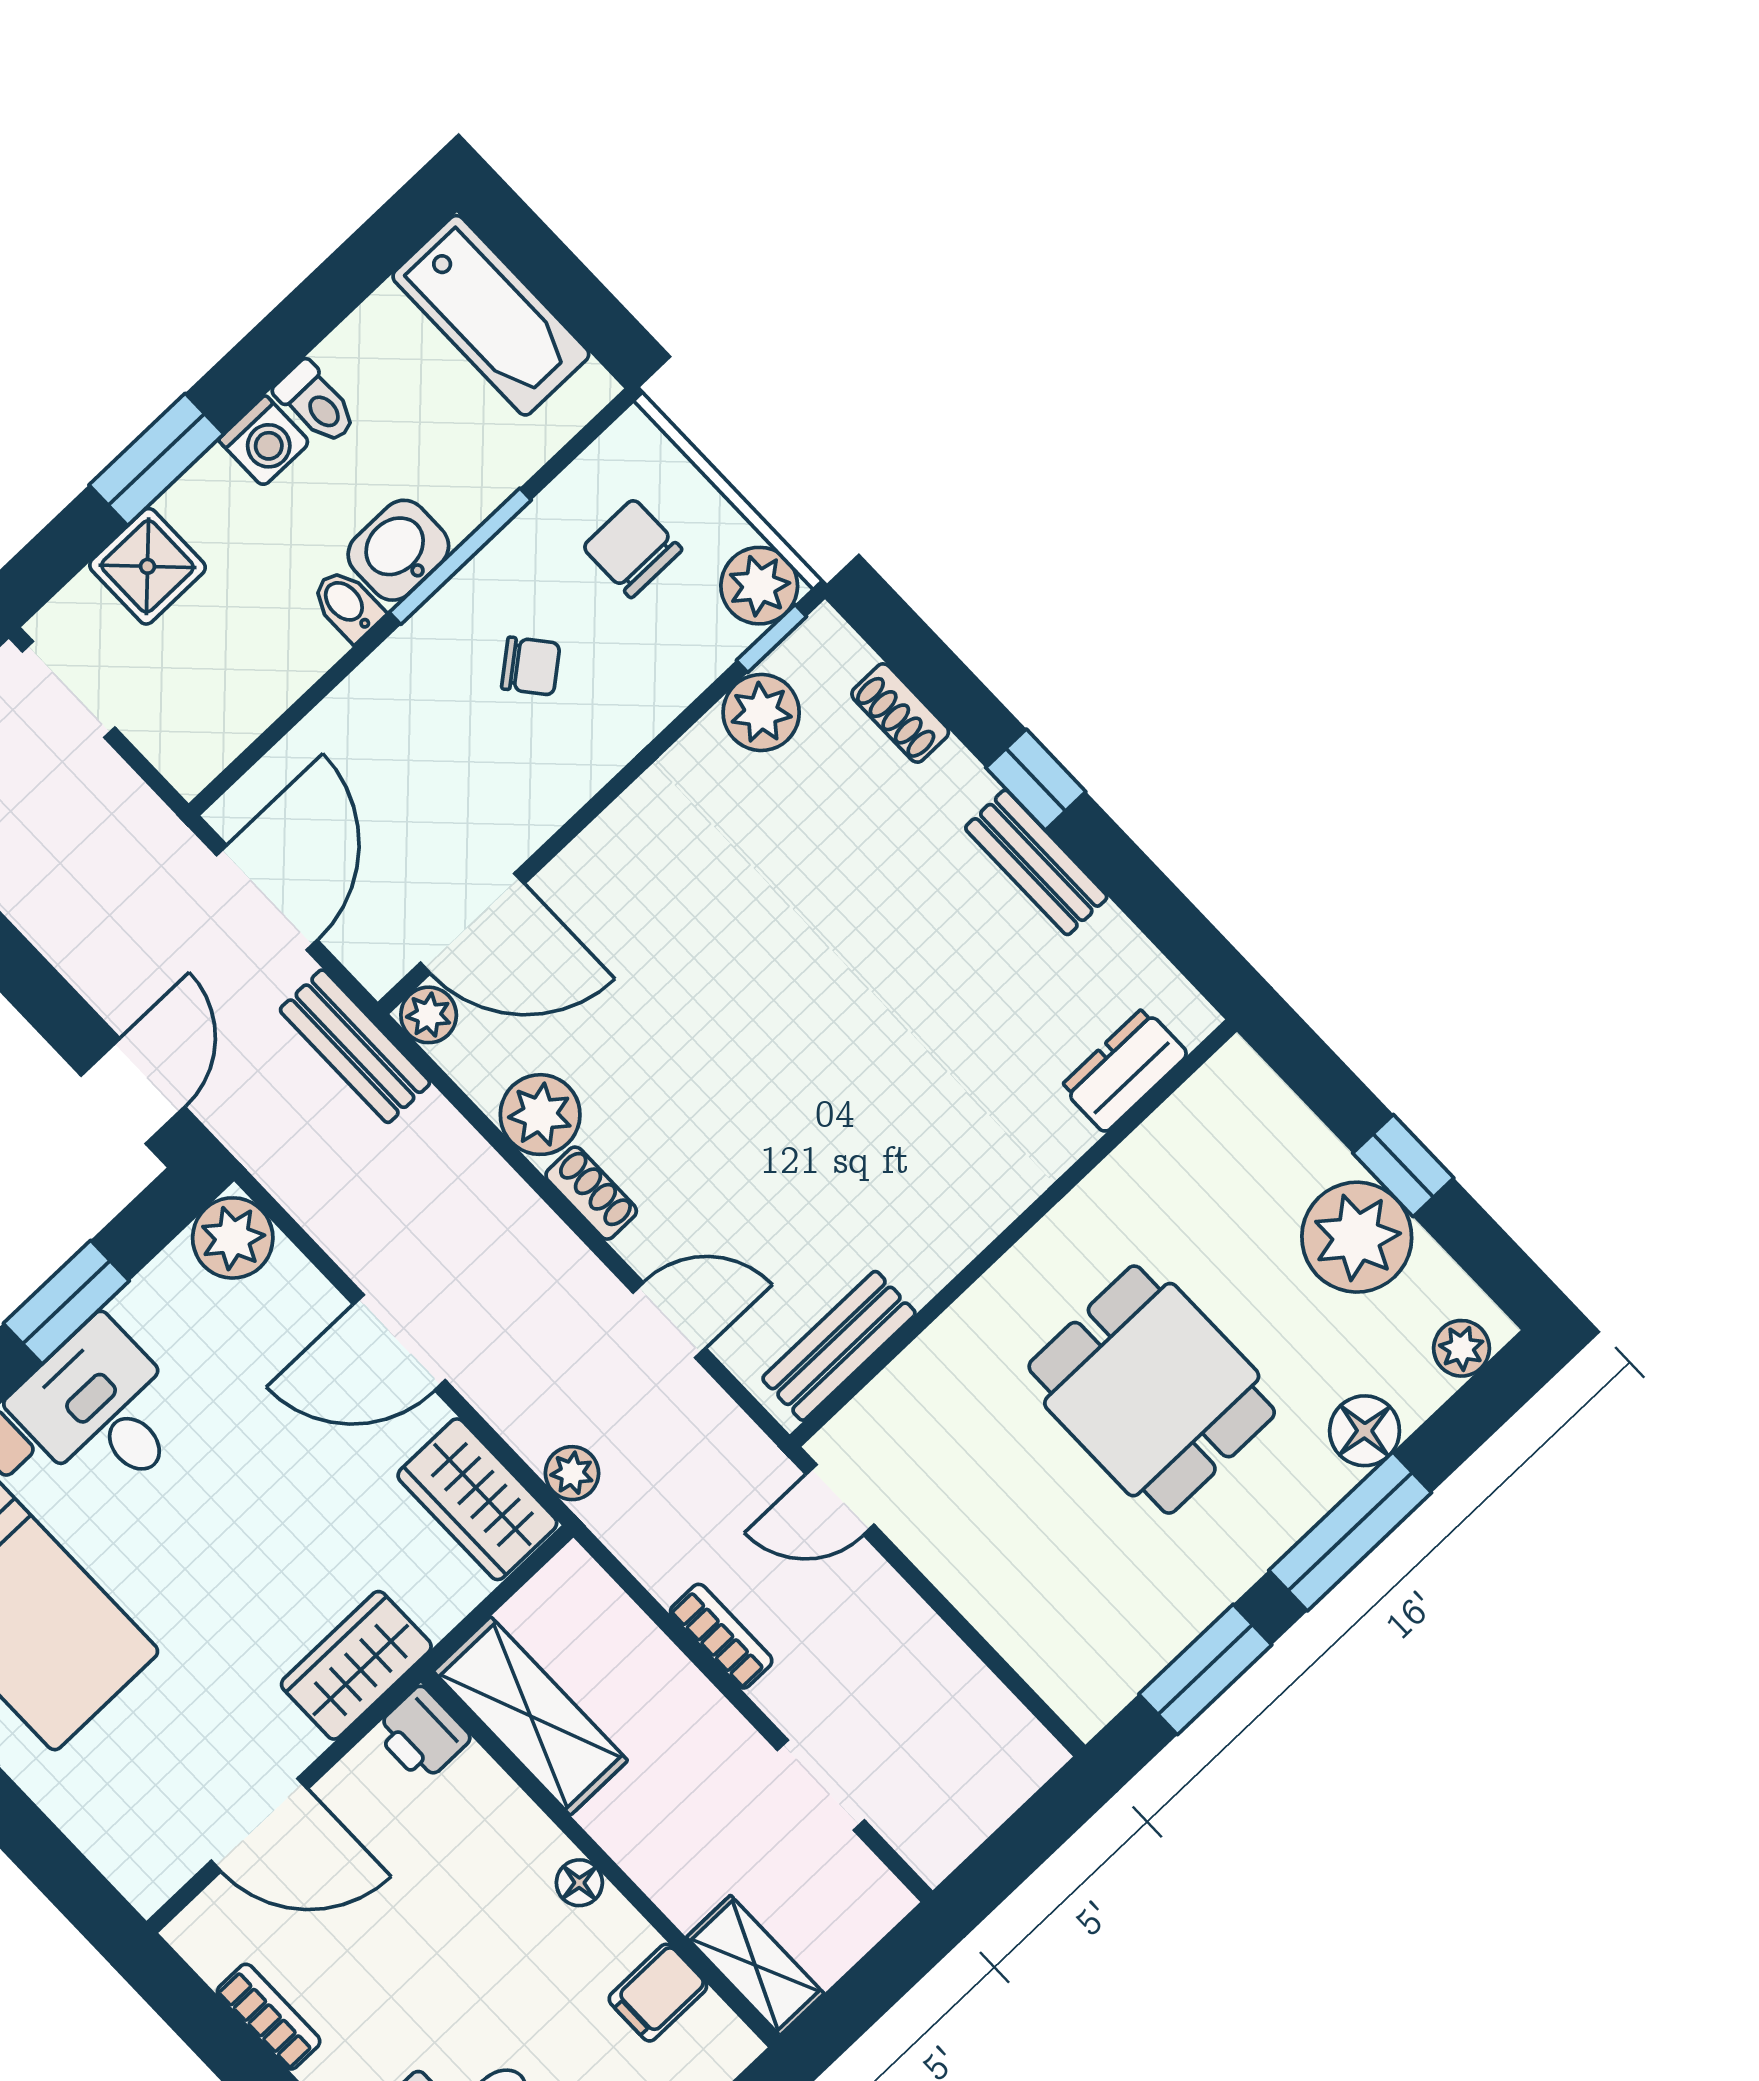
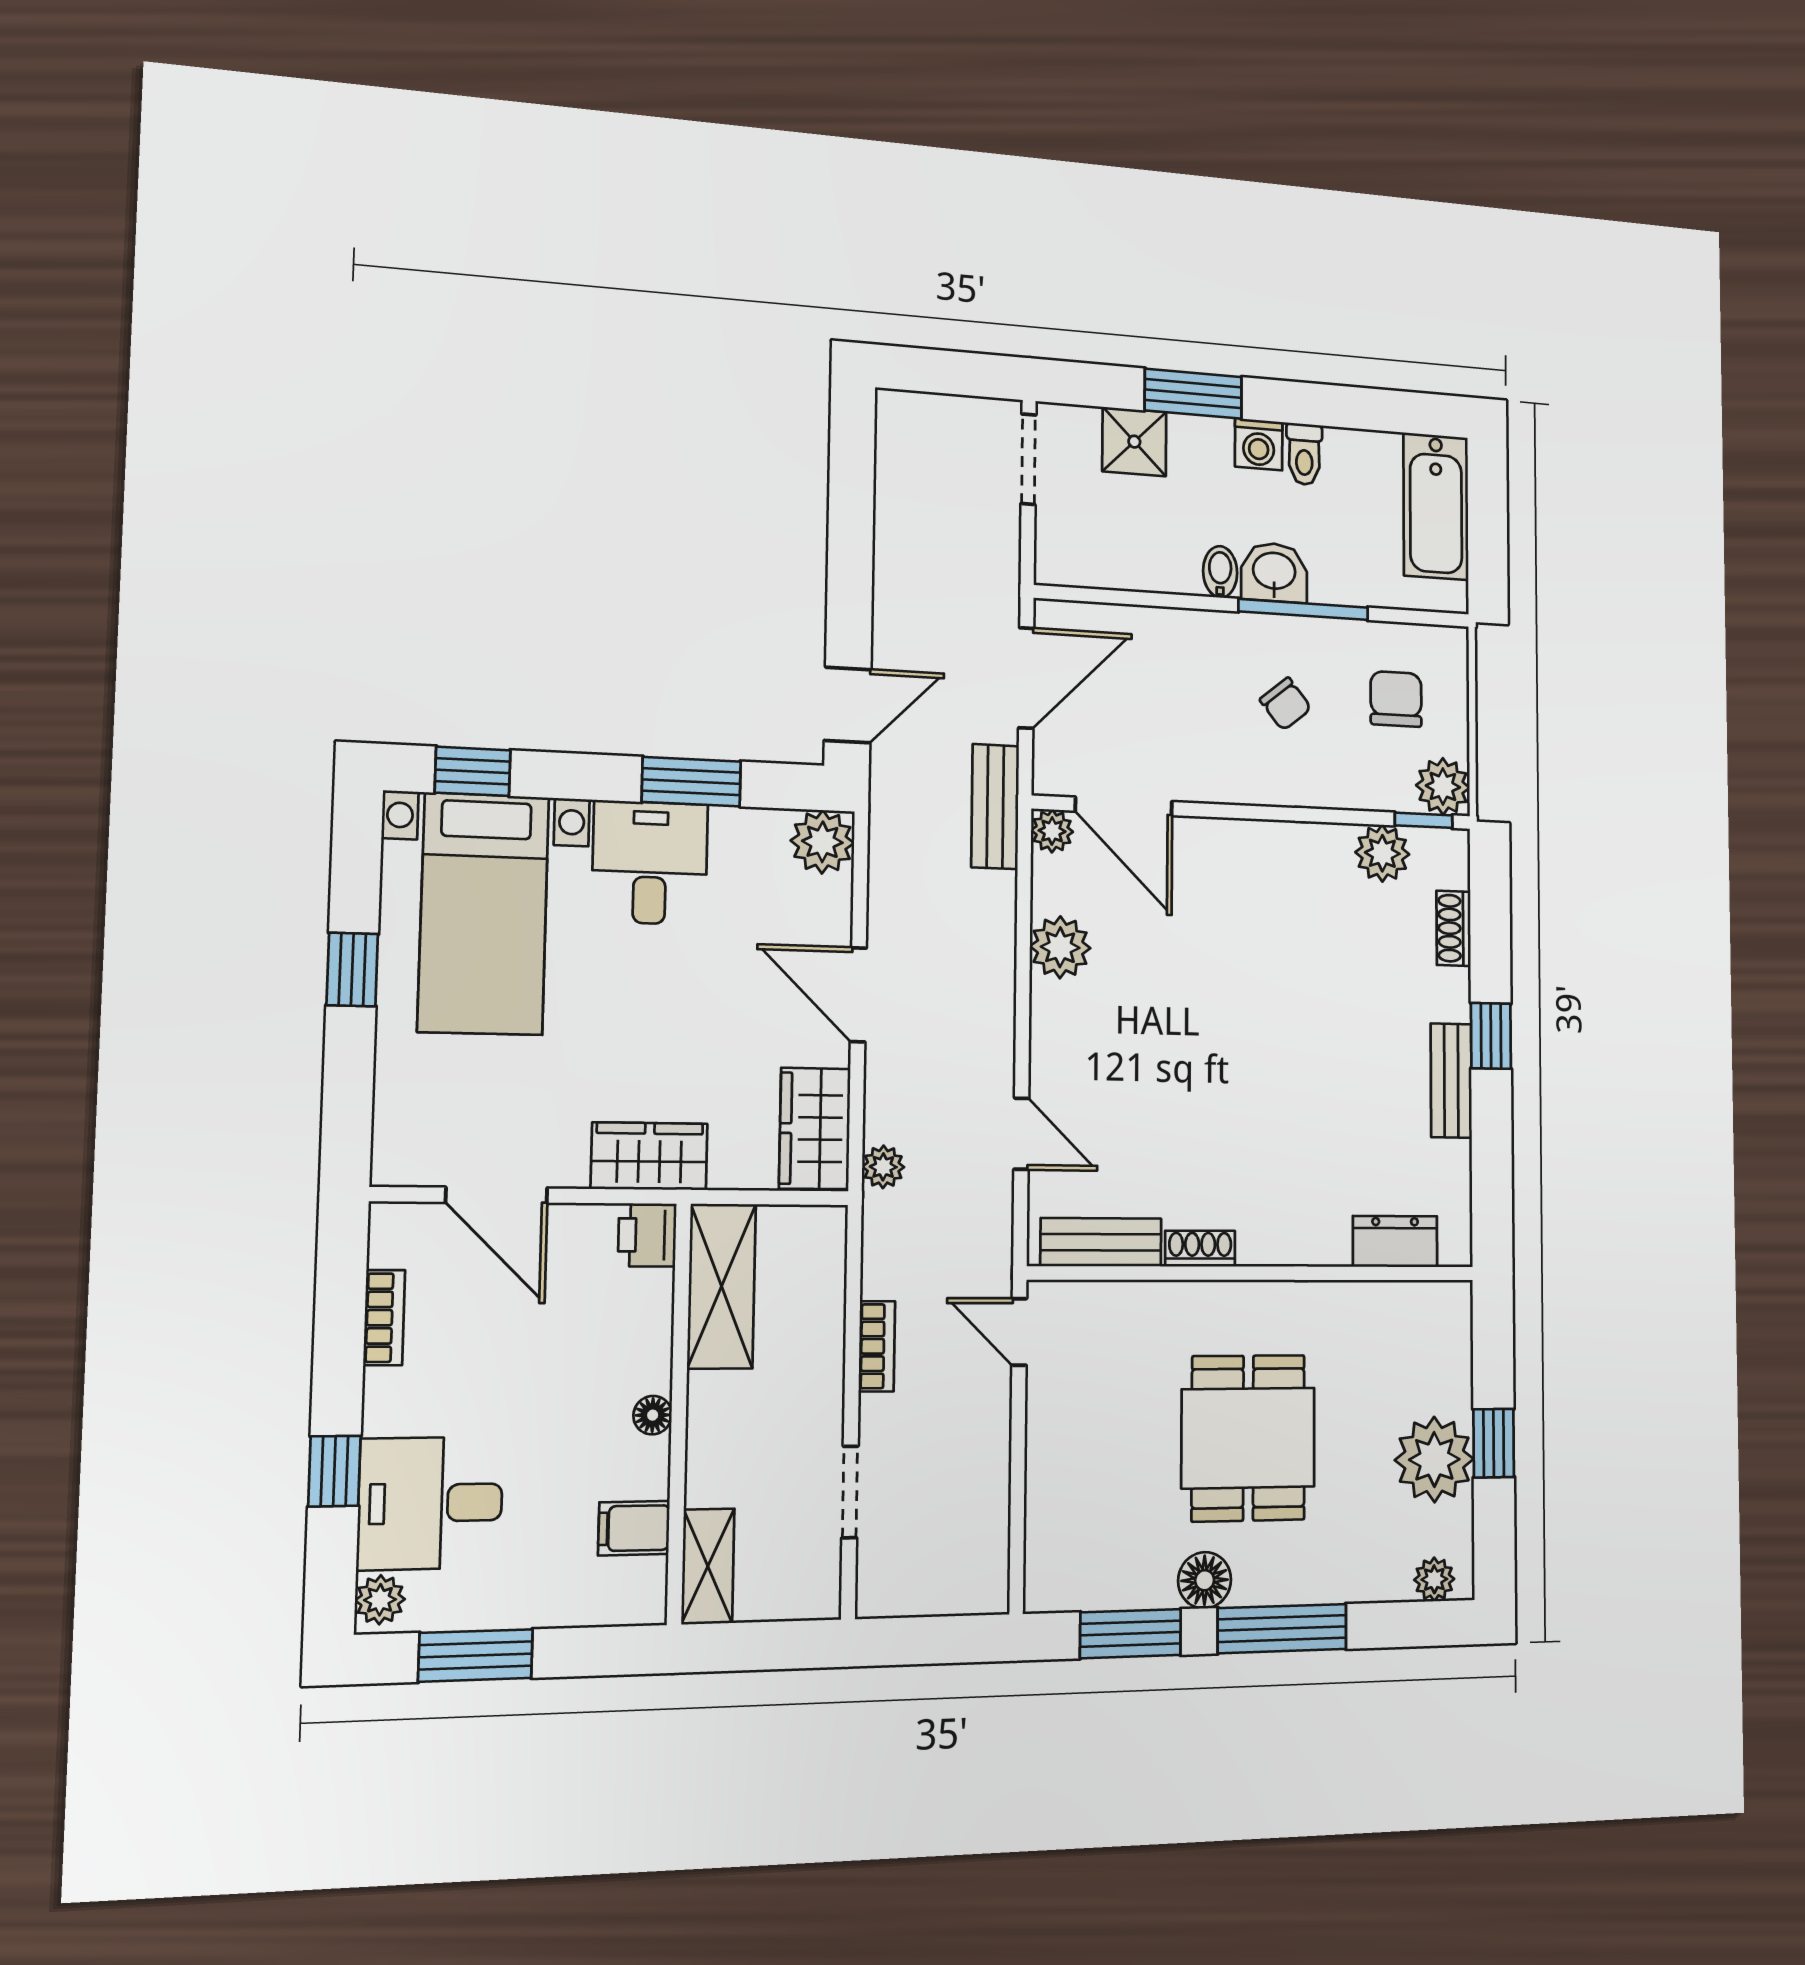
shoe rack: (591, 1193) -> (1200, 1249), moved, turned -90
floor lamp: (1365, 1431) -> (1205, 1580), moved

